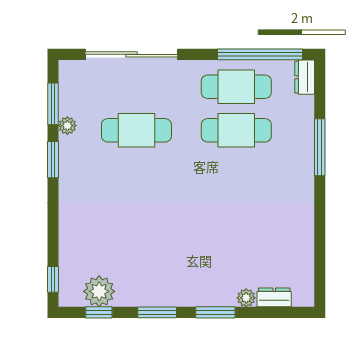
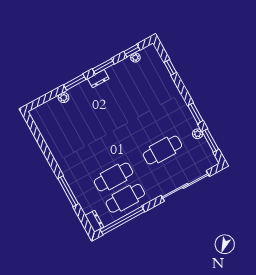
window: (53, 279) -> (170, 67), moved
plant: (99, 291) -> (135, 58), width x0.53, depth x0.53
dresser: (274, 297) -> (98, 79), moved

